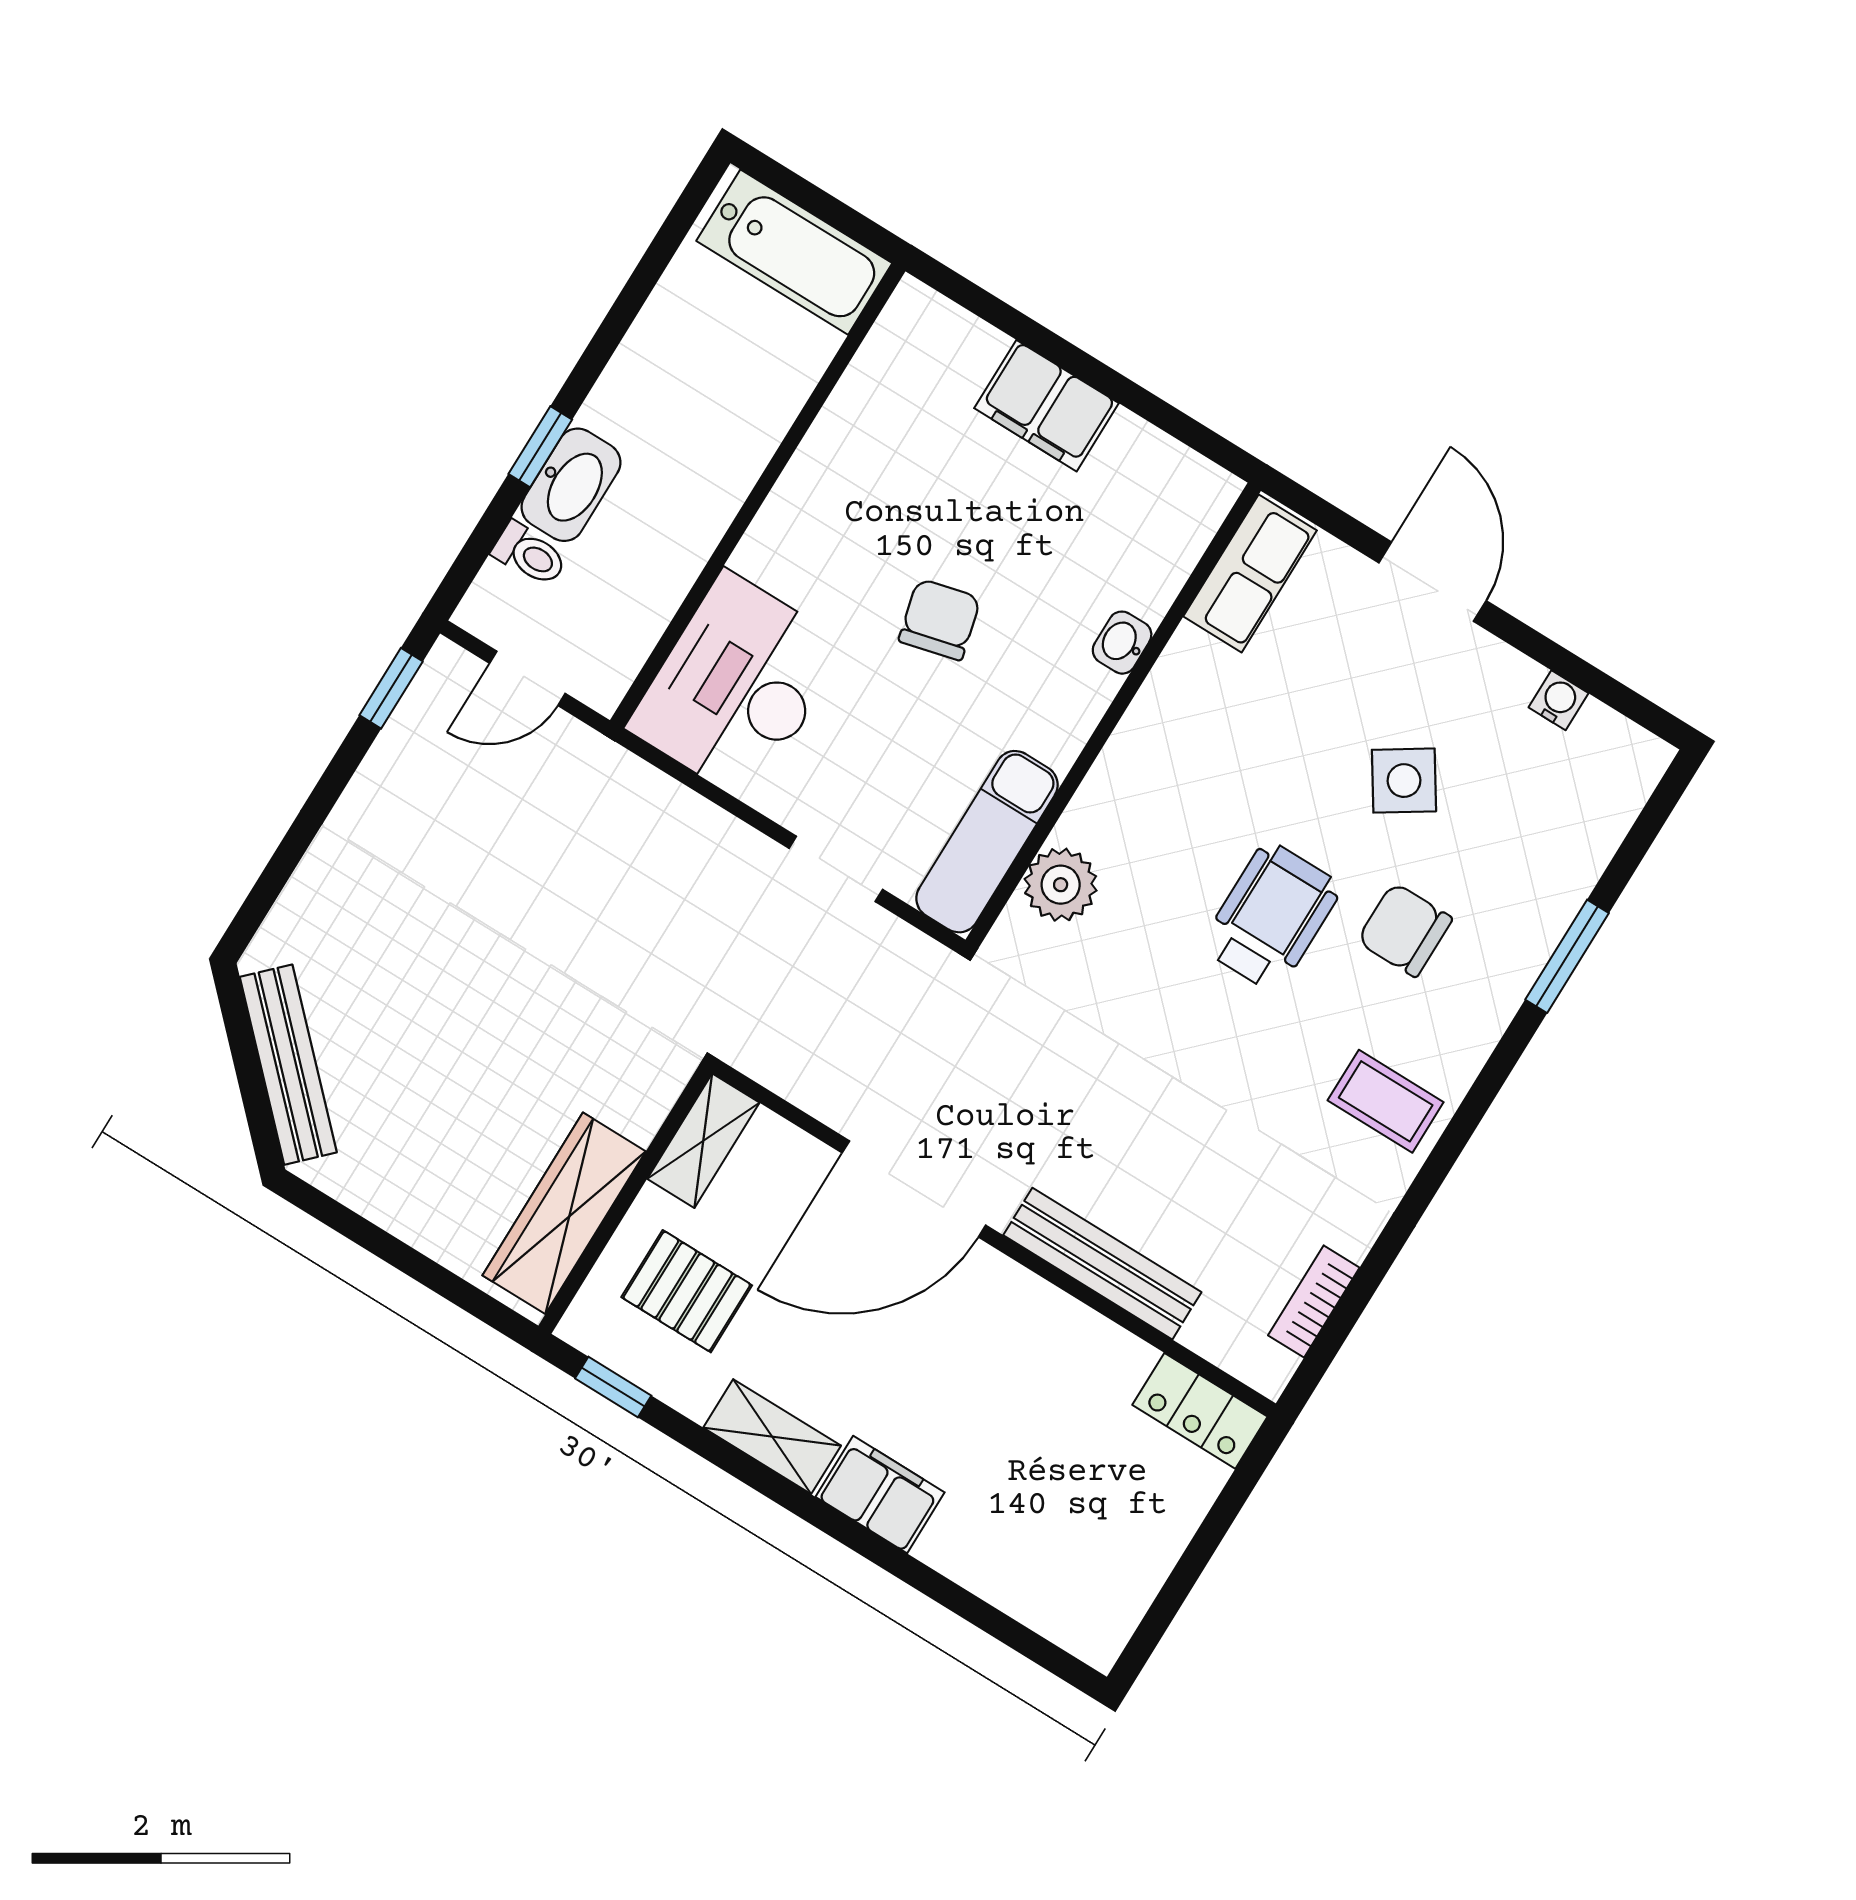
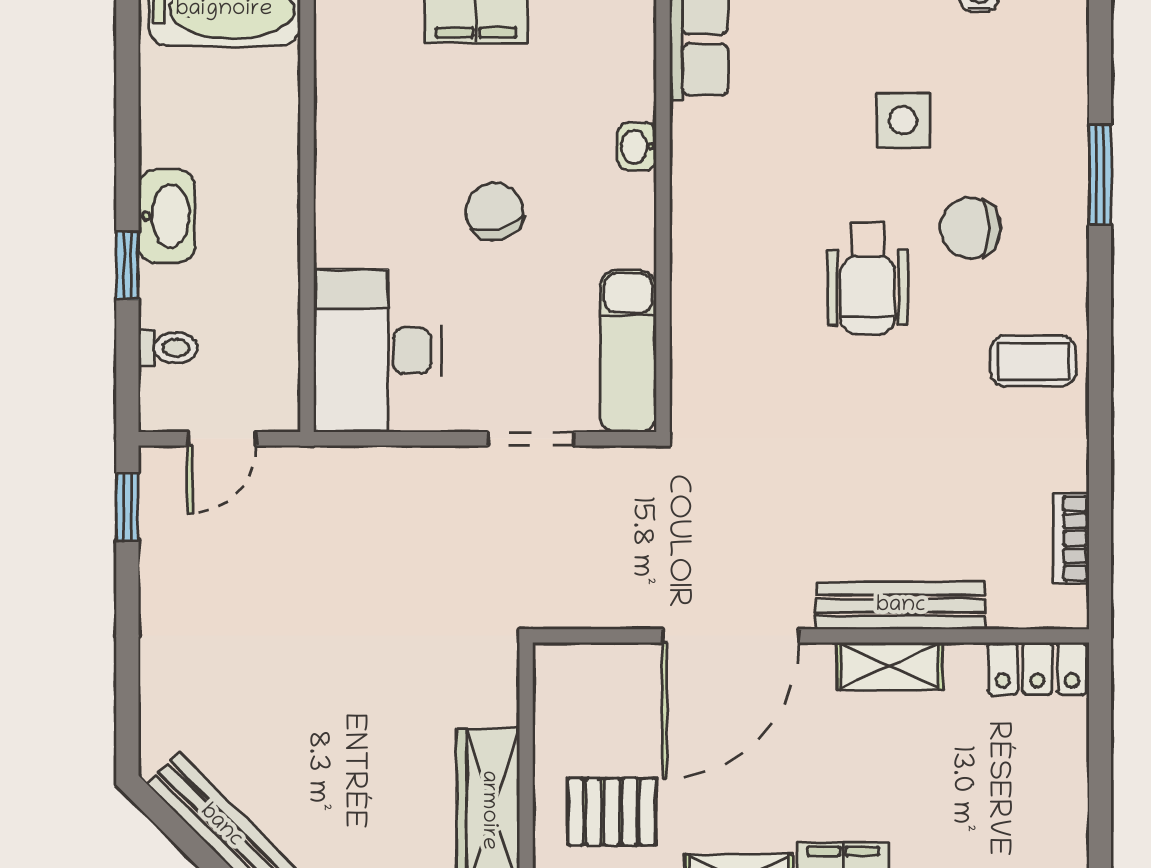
washbasin: (571, 485) -> (167, 216), moved
side table: (1404, 781) -> (903, 120), turned 33
plant: (1061, 885) -> (701, 350), removed
wheelchair: (1271, 917) -> (868, 278), turned 180
shelving: (703, 1141) -> (889, 666), moved, turned 90

